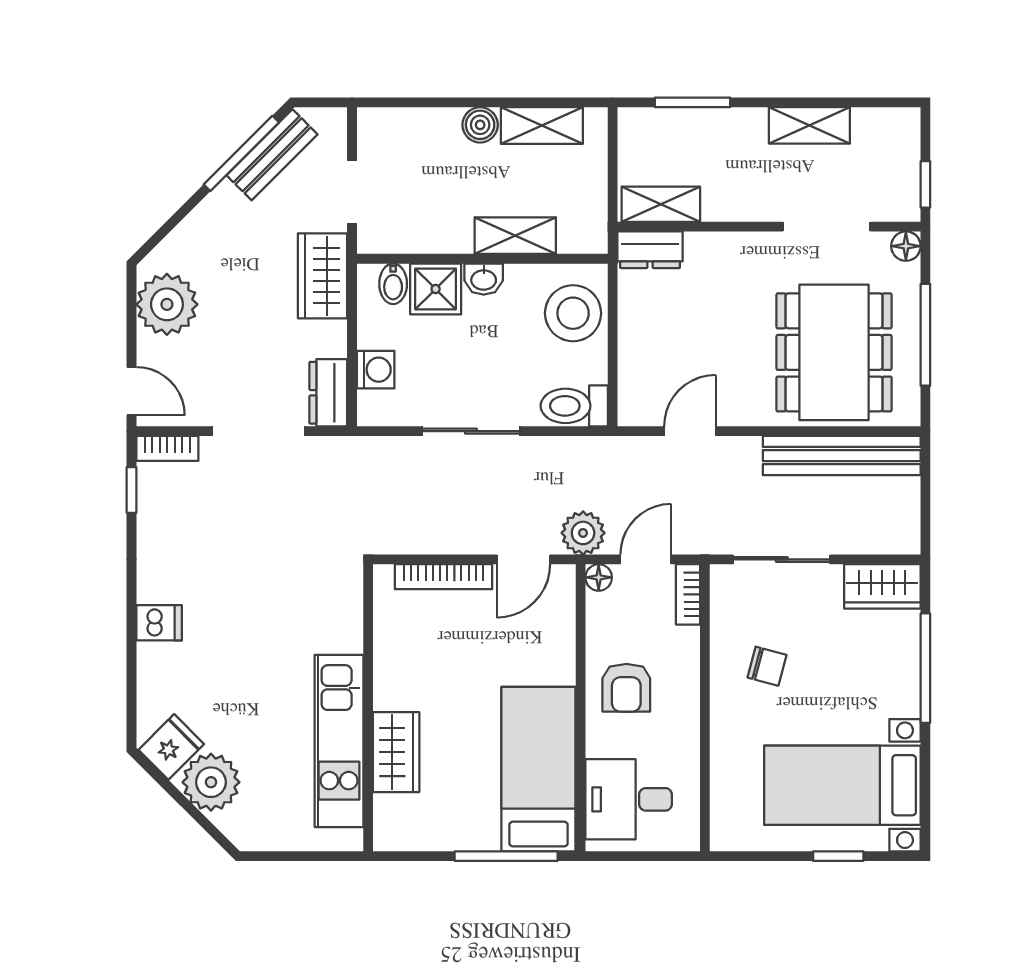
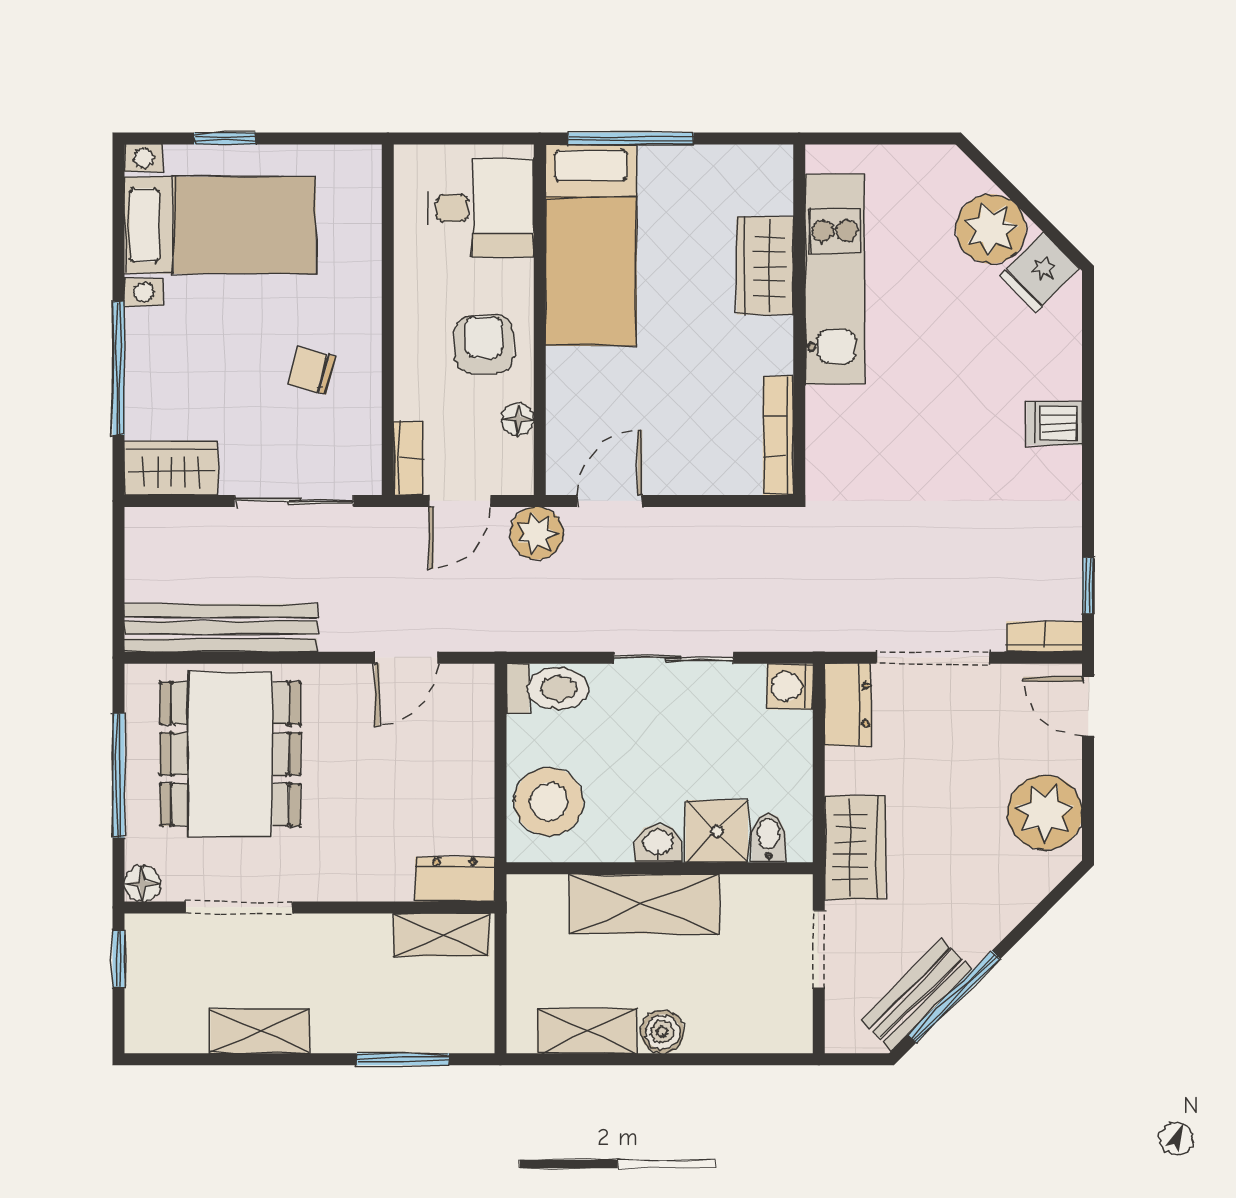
shelving: (515, 236) -> (644, 904), width x1.50, depth x1.33
washing machine: (376, 370) -> (790, 687), moved
bookcase: (443, 577) -> (778, 436), moved, turned -90
floor lamp: (599, 577) -> (518, 419), moved

